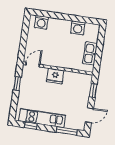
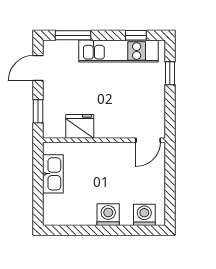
washing machine: (78, 28) -> (108, 215), moved
fridge: (55, 76) -> (80, 126), moved
window: (17, 83) -> (170, 73), moved

